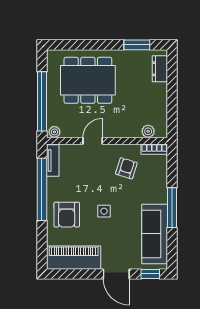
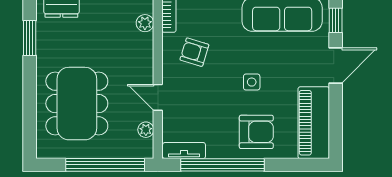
plant: (54, 132) -> (146, 130), moved

